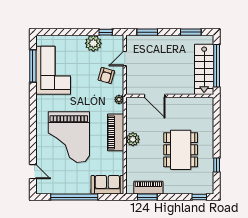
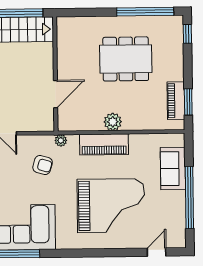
armchair: (106, 75) -> (43, 165), moved
window: (217, 165) -> (145, 12), width x3.17
sofa: (107, 185) -> (173, 169), moved

